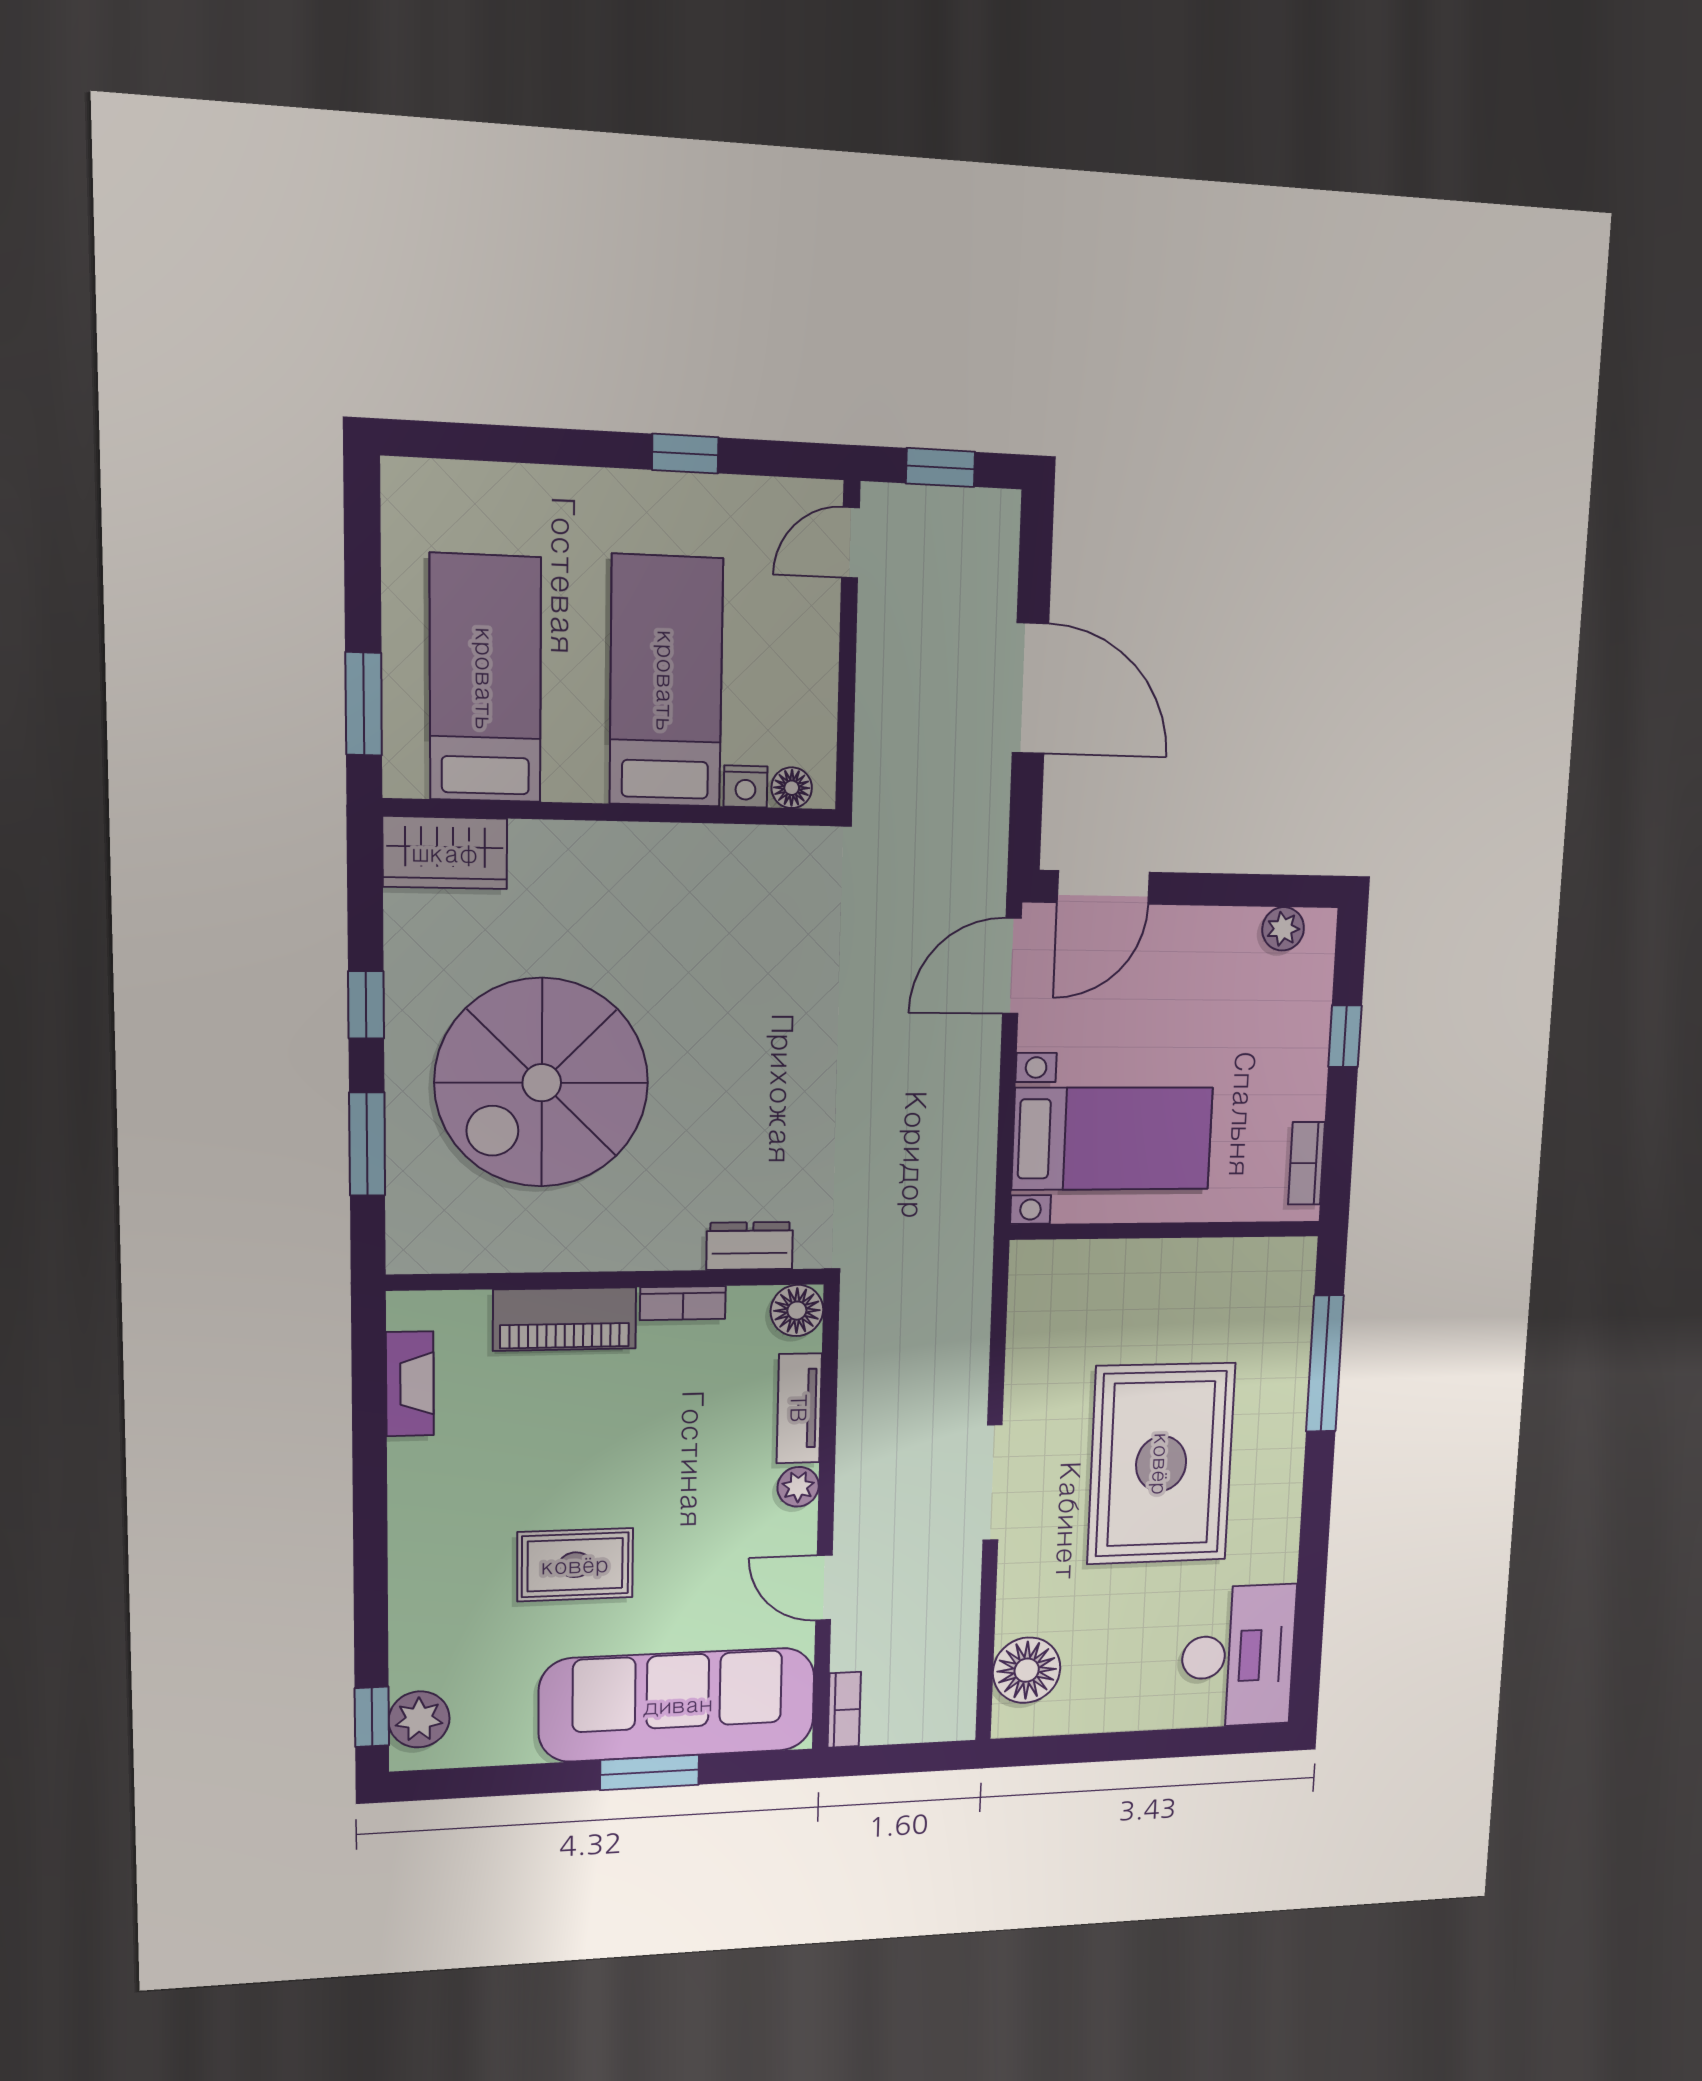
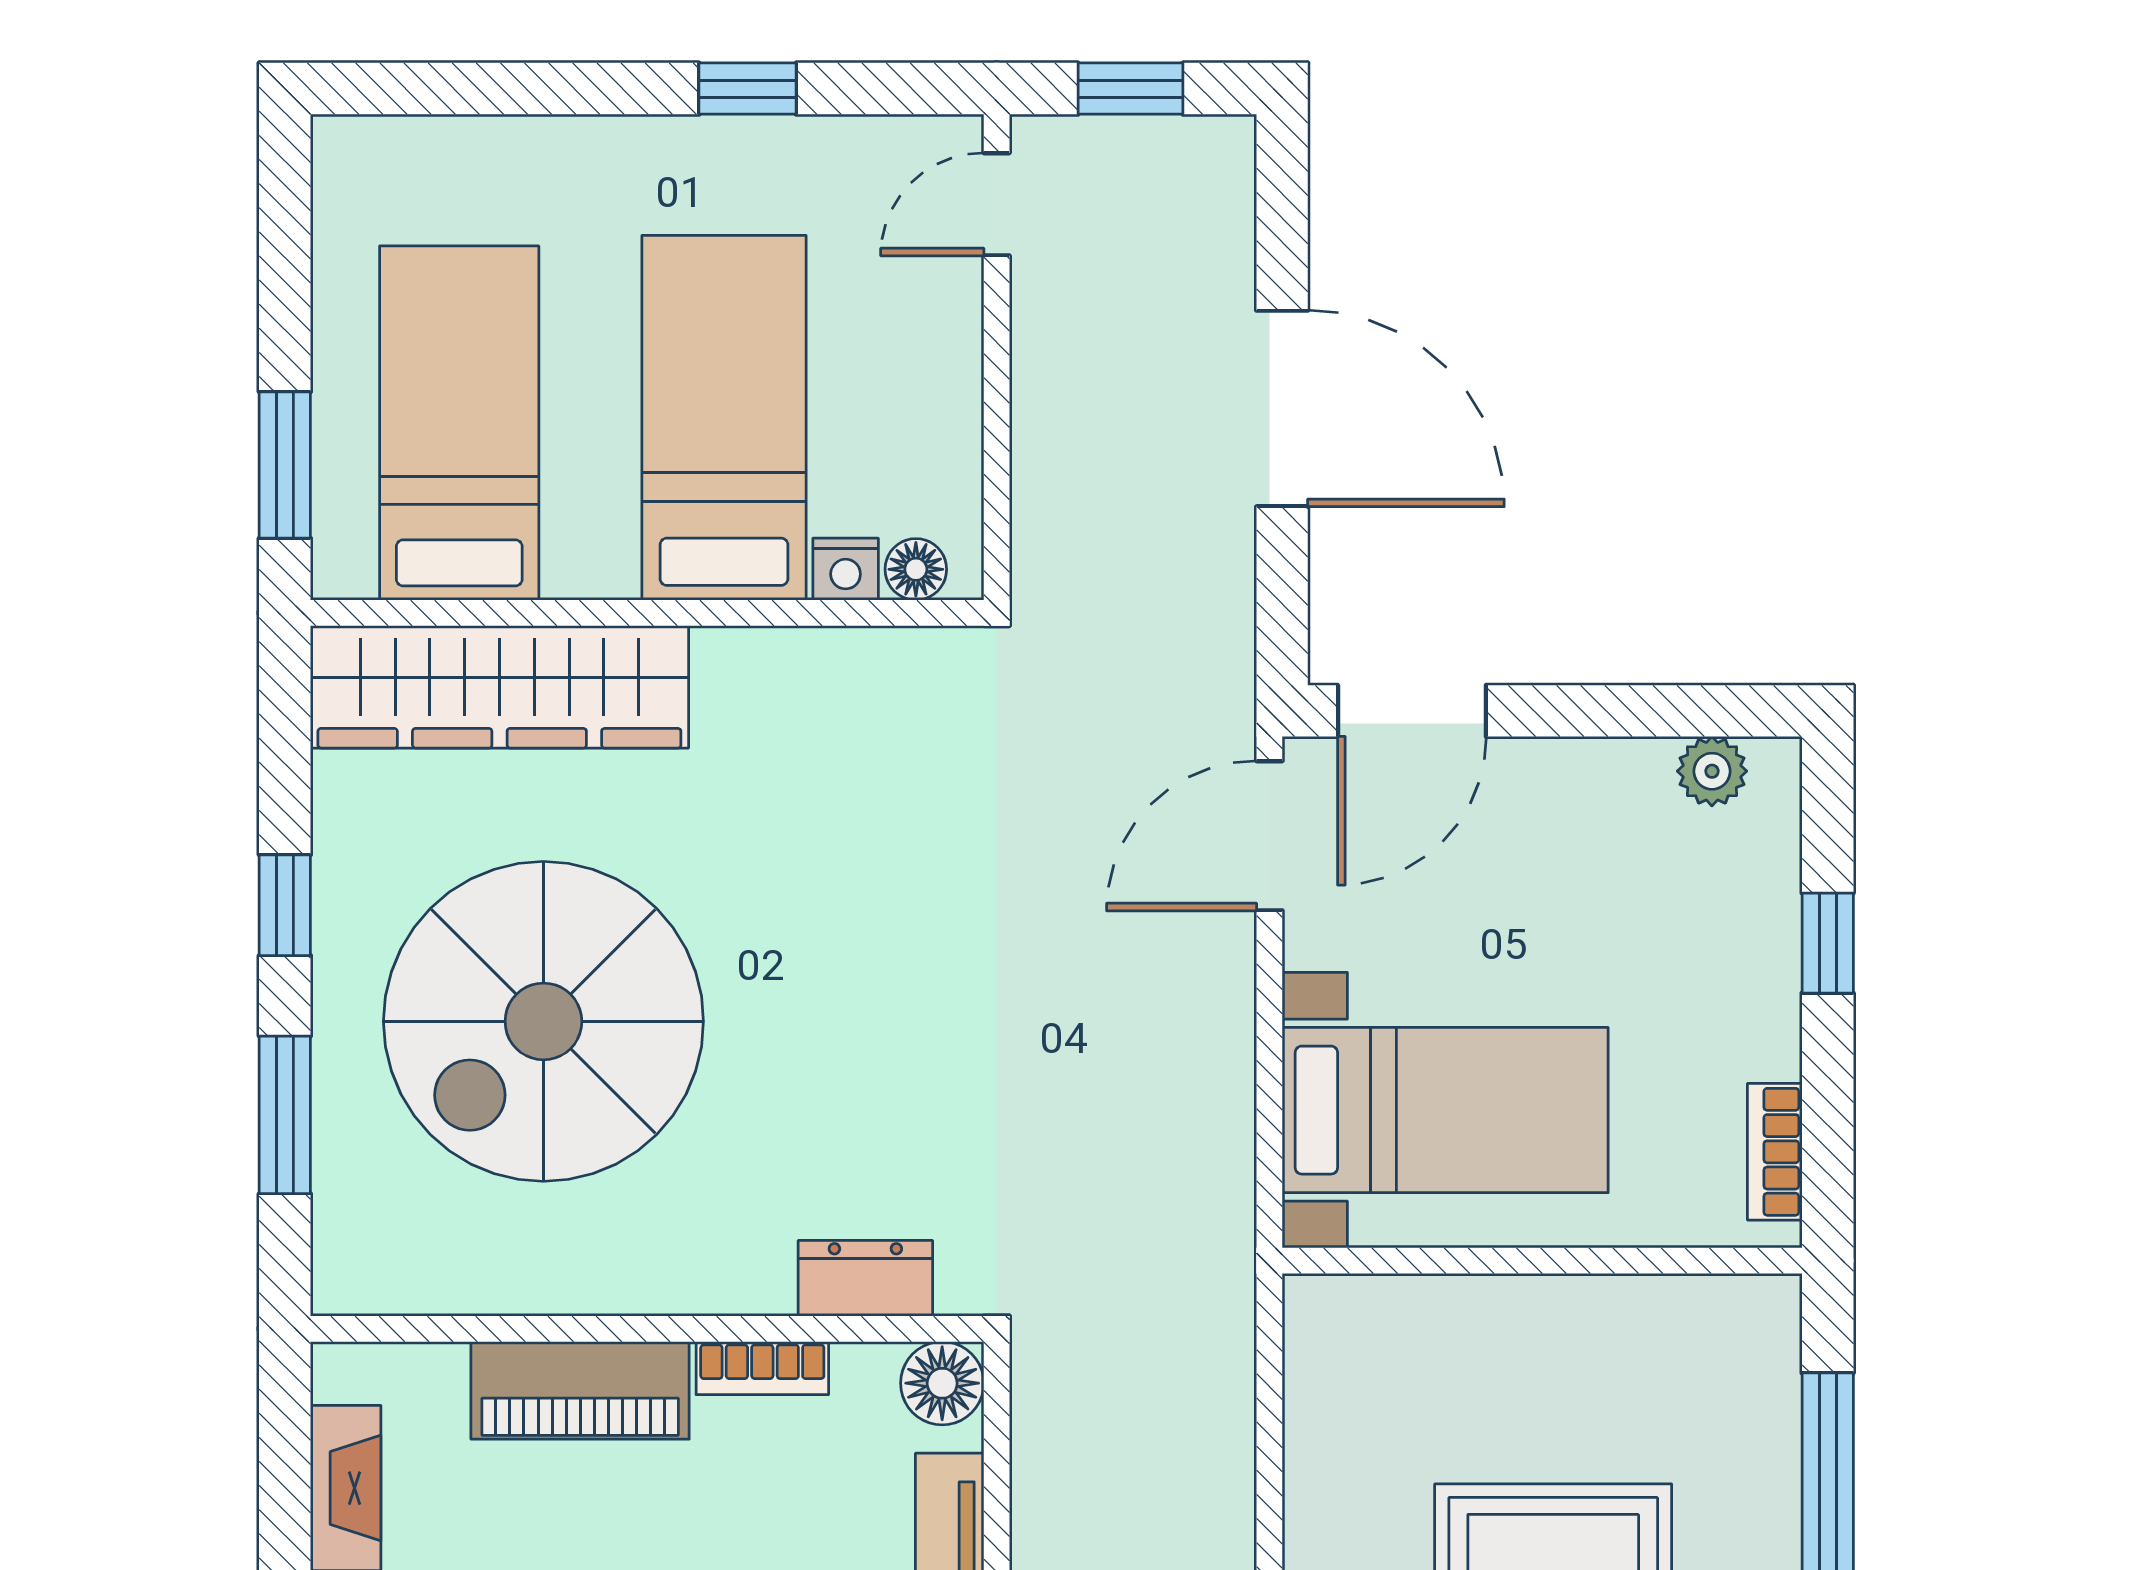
wardrobe: (445, 853) -> (499, 687), width x2.10, depth x1.17

